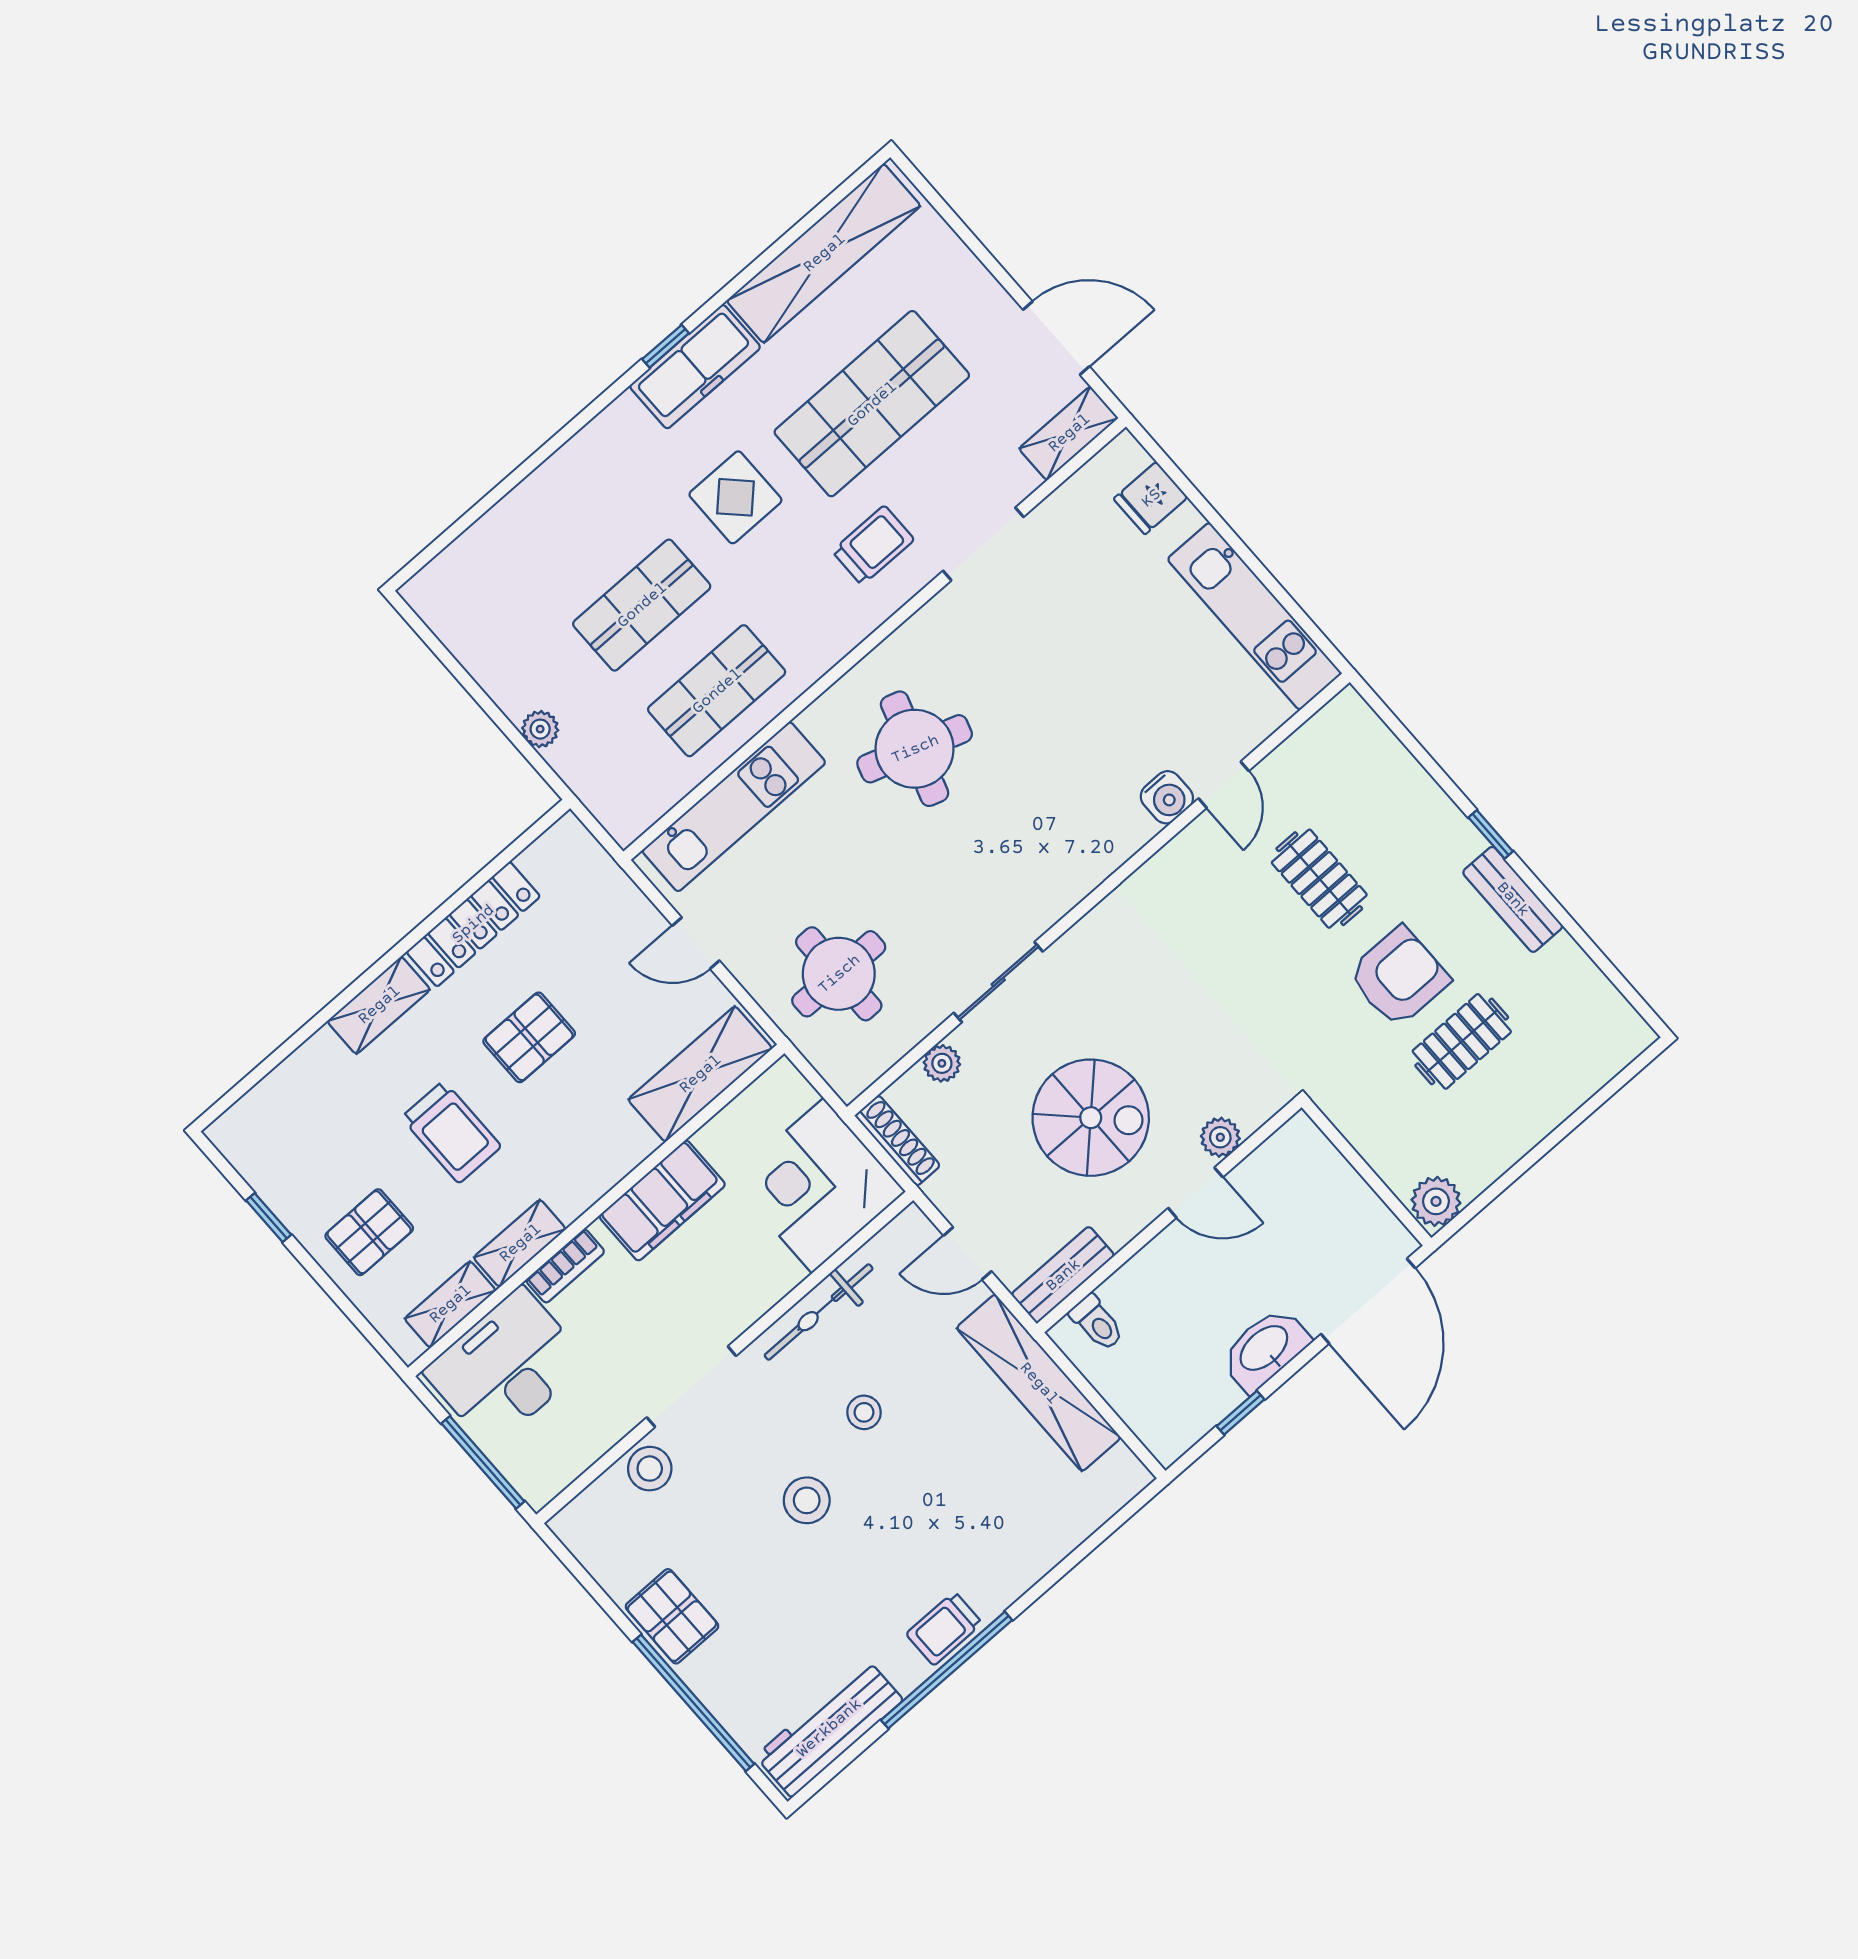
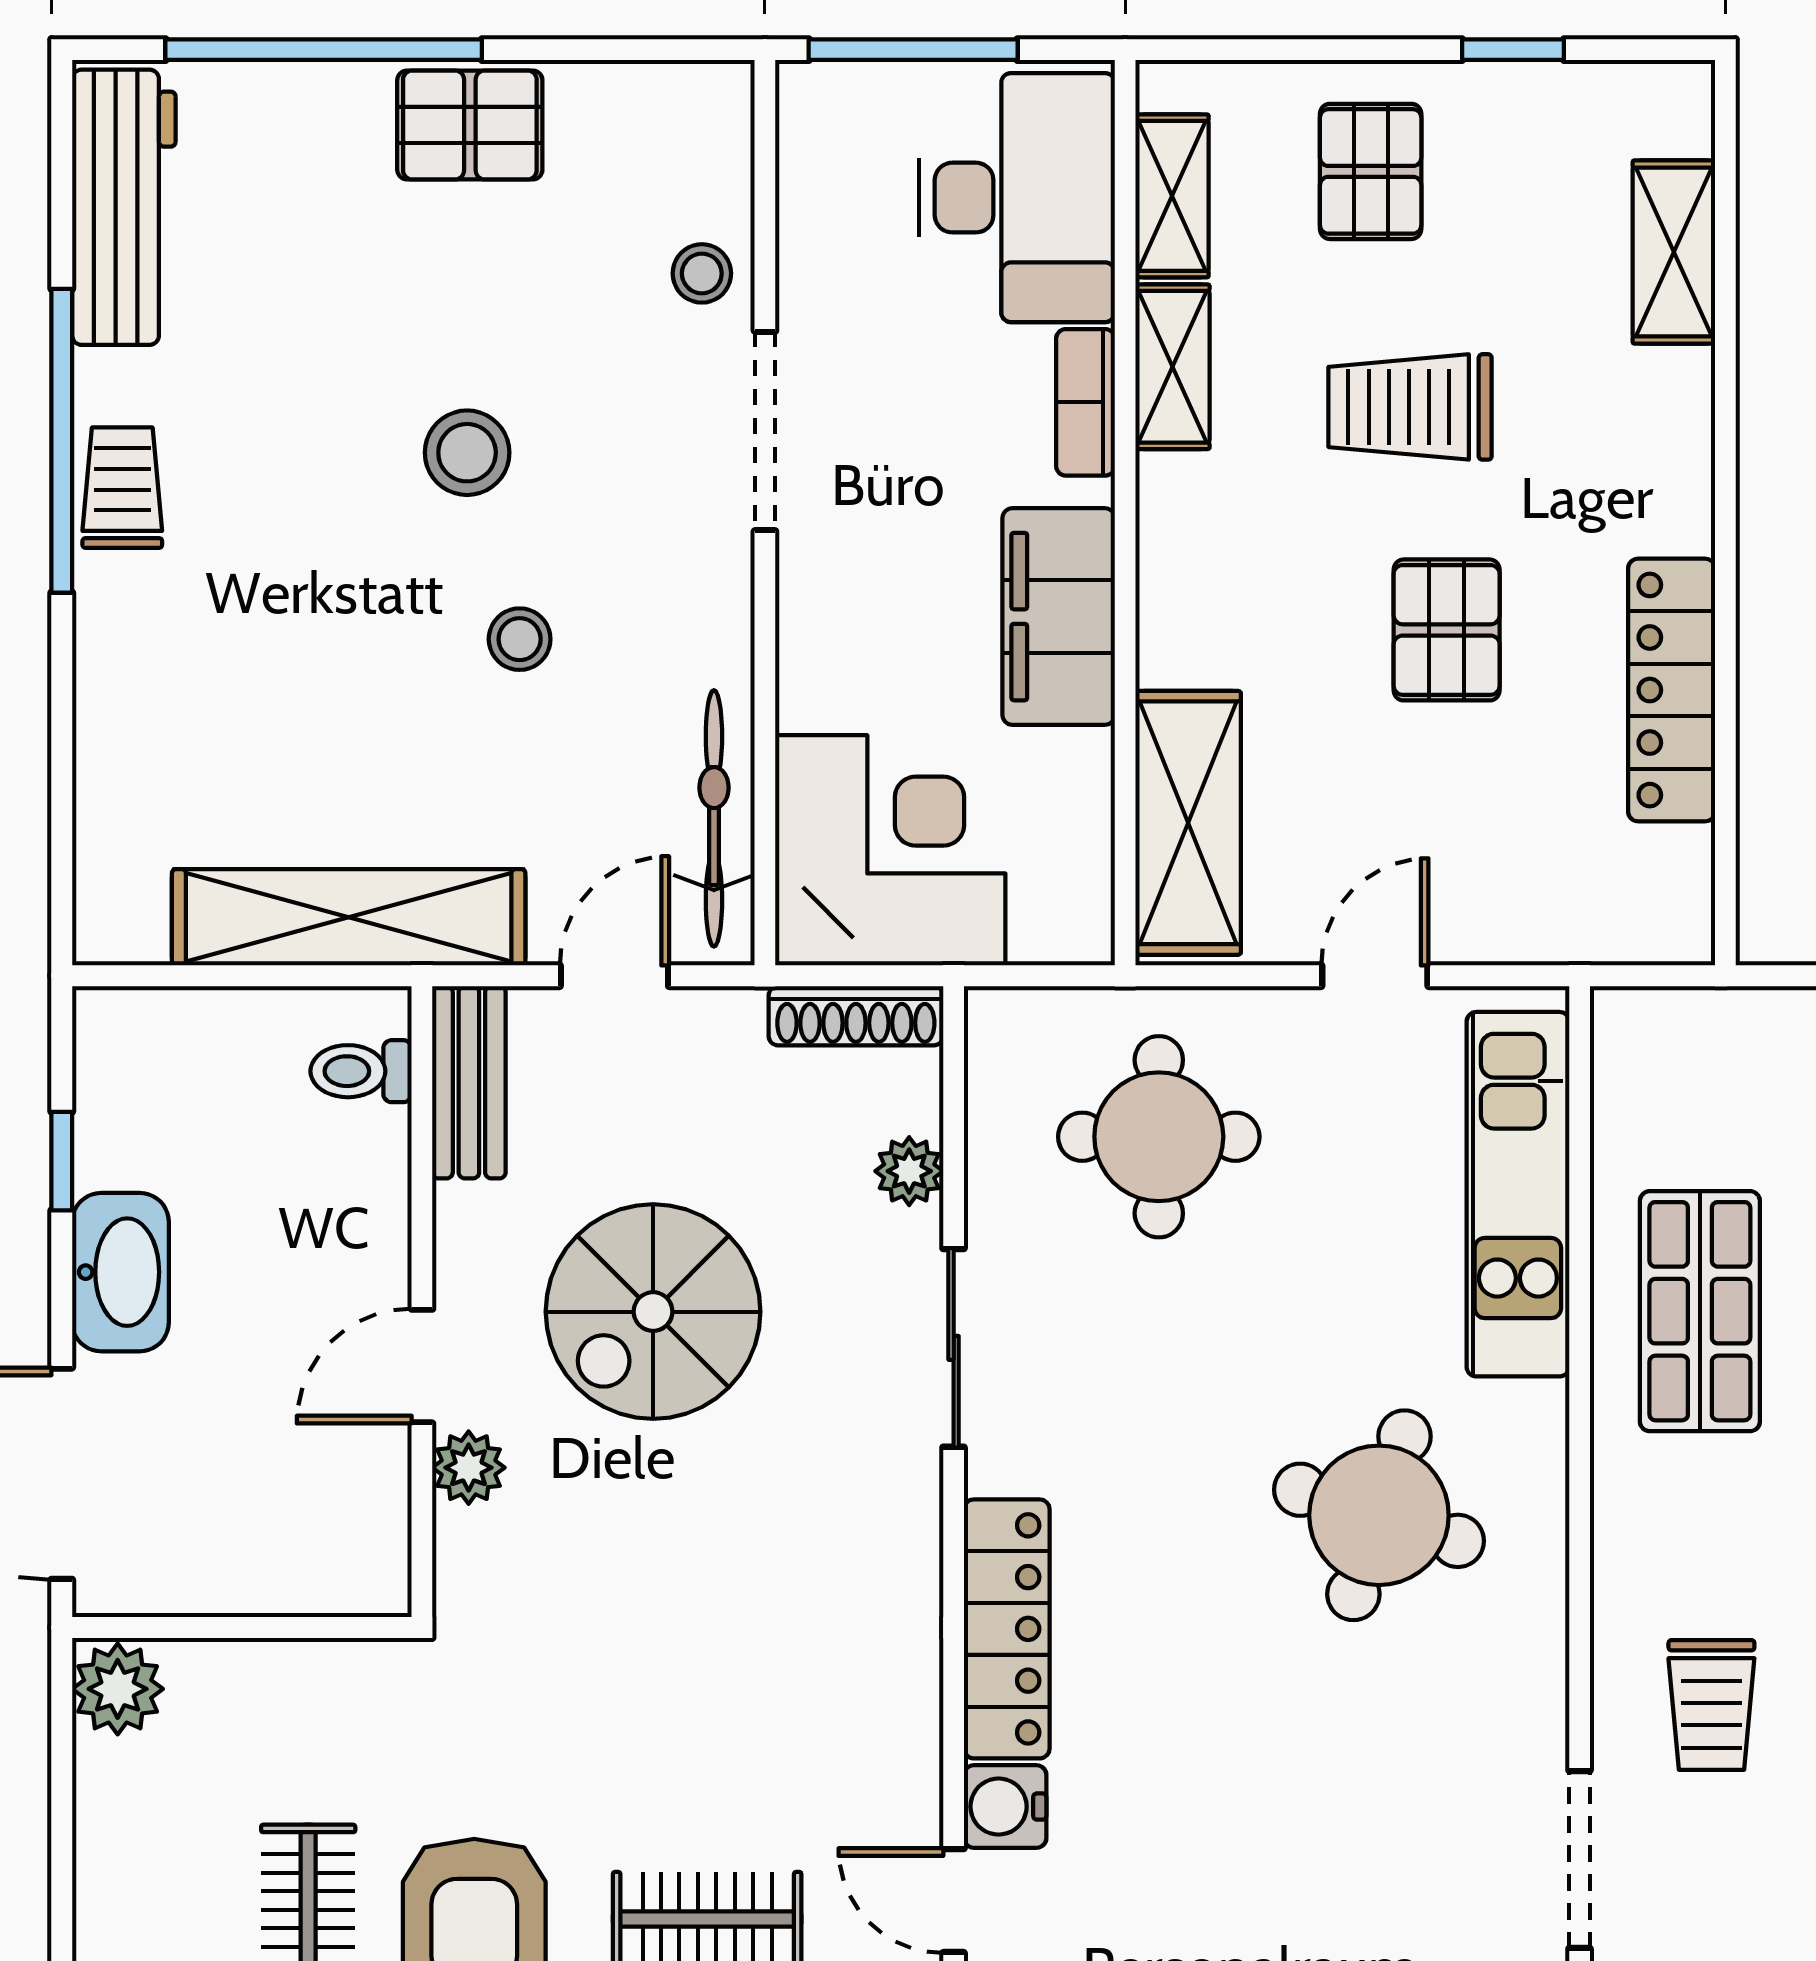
locker: (1094, 860) -> (1007, 1629), added
shelving: (379, 1005) -> (1674, 252), moved
bicycle: (819, 1312) -> (714, 818), moved
stool: (650, 1469) -> (702, 273), width x0.73, depth x0.73

